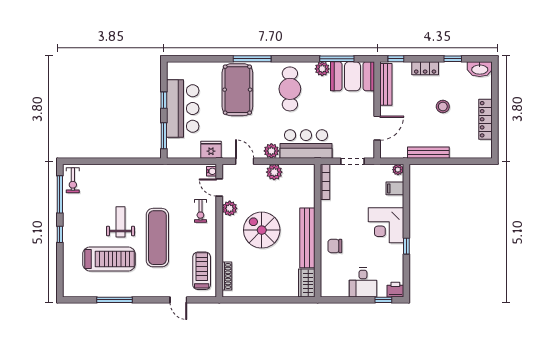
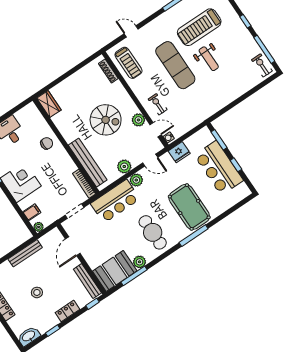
bench: (307, 238) -> (88, 163), moved

